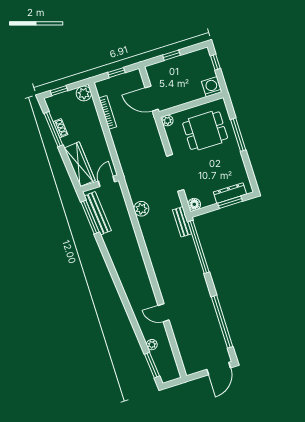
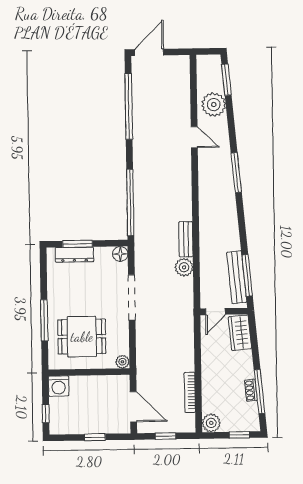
door: (152, 99) -> (133, 407), moved
wardrobe: (80, 164) -> (240, 333), width x0.67
bench: (182, 222) -> (186, 239), moved
window: (123, 295) -> (236, 172), added
plant: (152, 345) -> (214, 105), width x1.88, depth x1.88

